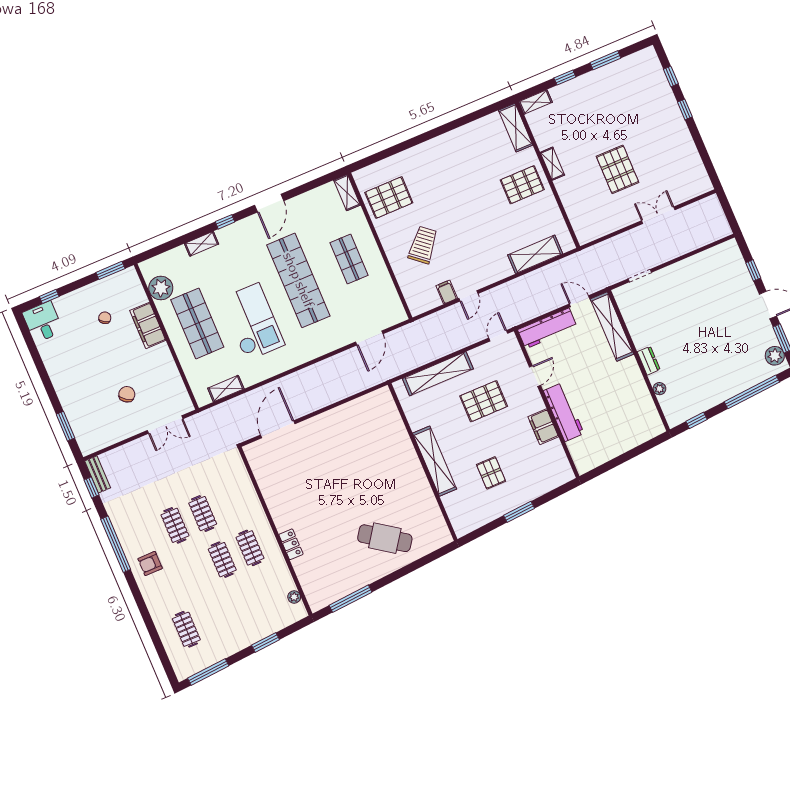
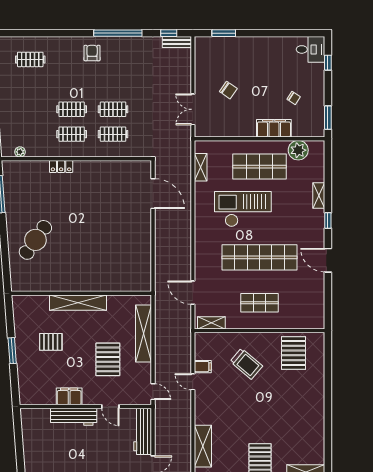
shelving: (347, 193) -> (211, 323), moved
checkout: (253, 322) -> (243, 209), turned 180
clothes rail: (175, 525) -> (113, 134), moved

